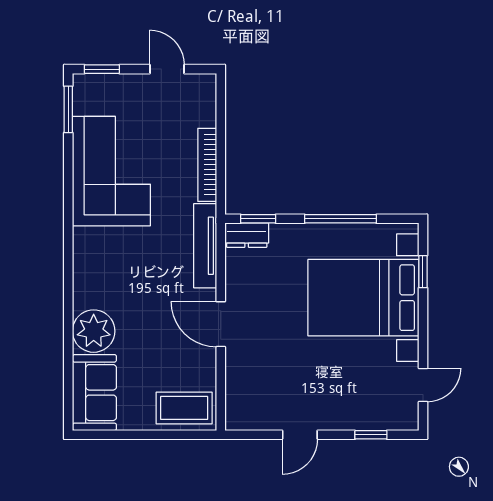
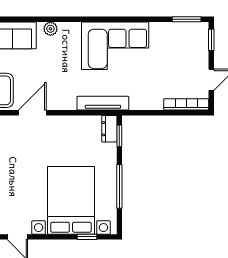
bookcase: (207, 165) -> (186, 104), moved
corner sofa: (111, 171) -> (115, 46), moved
door: (221, 324) -> (32, 113), moved
plant: (94, 331) -> (50, 29), width x0.53, depth x0.53

